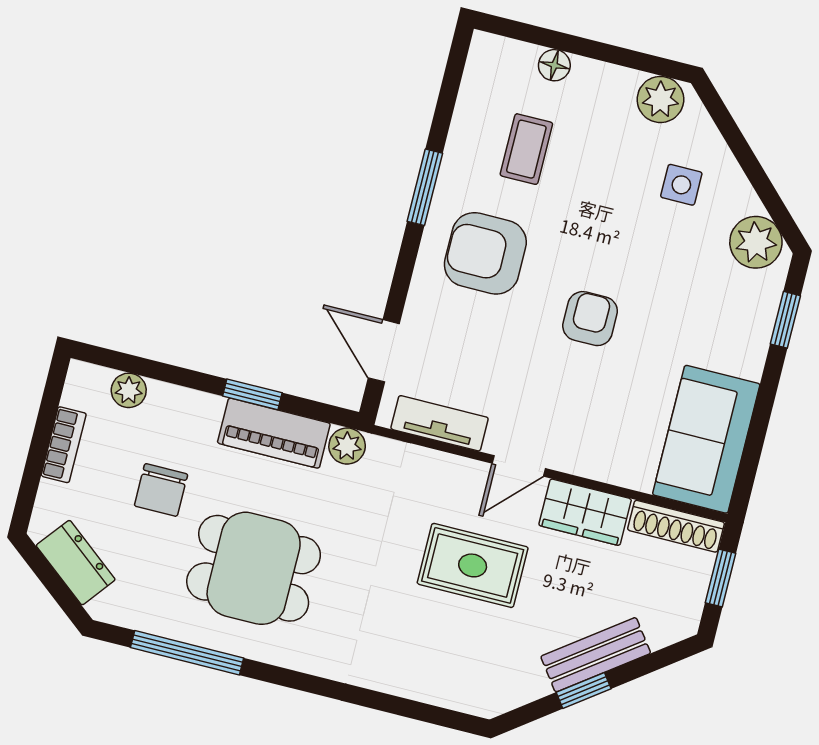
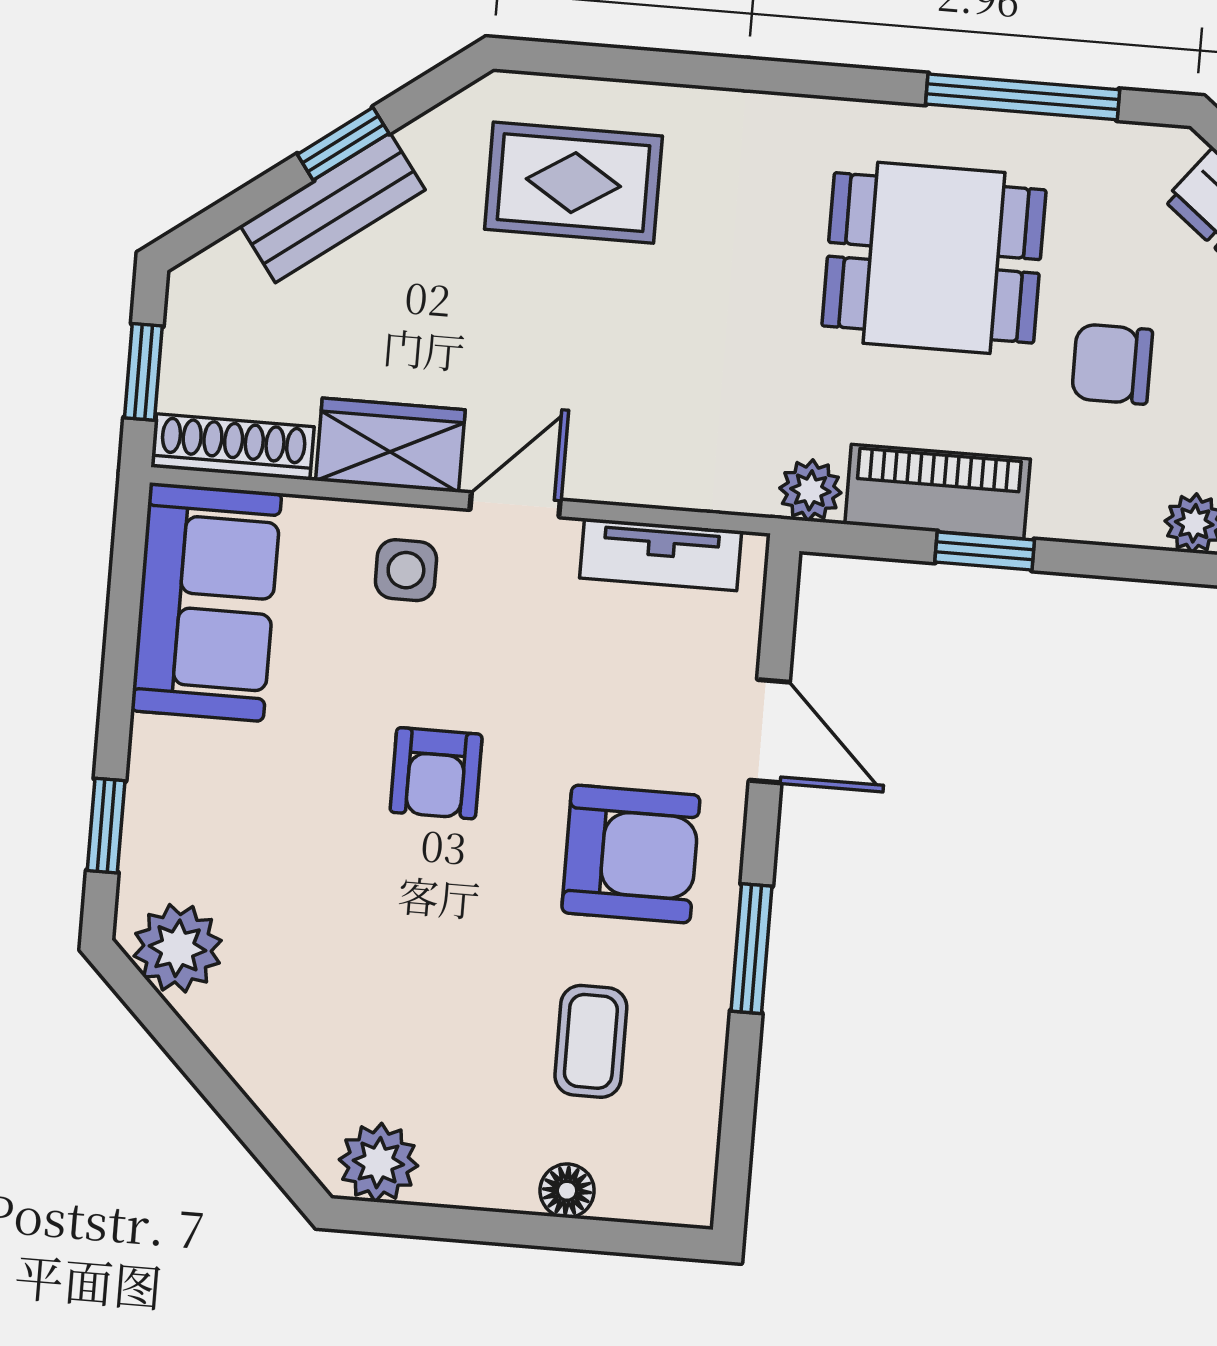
side table: (681, 185) -> (406, 570), moved
door: (384, 351) -> (769, 731), moved
chair: (161, 490) -> (1112, 364), turned -90
rug: (473, 565) -> (573, 183), moved

